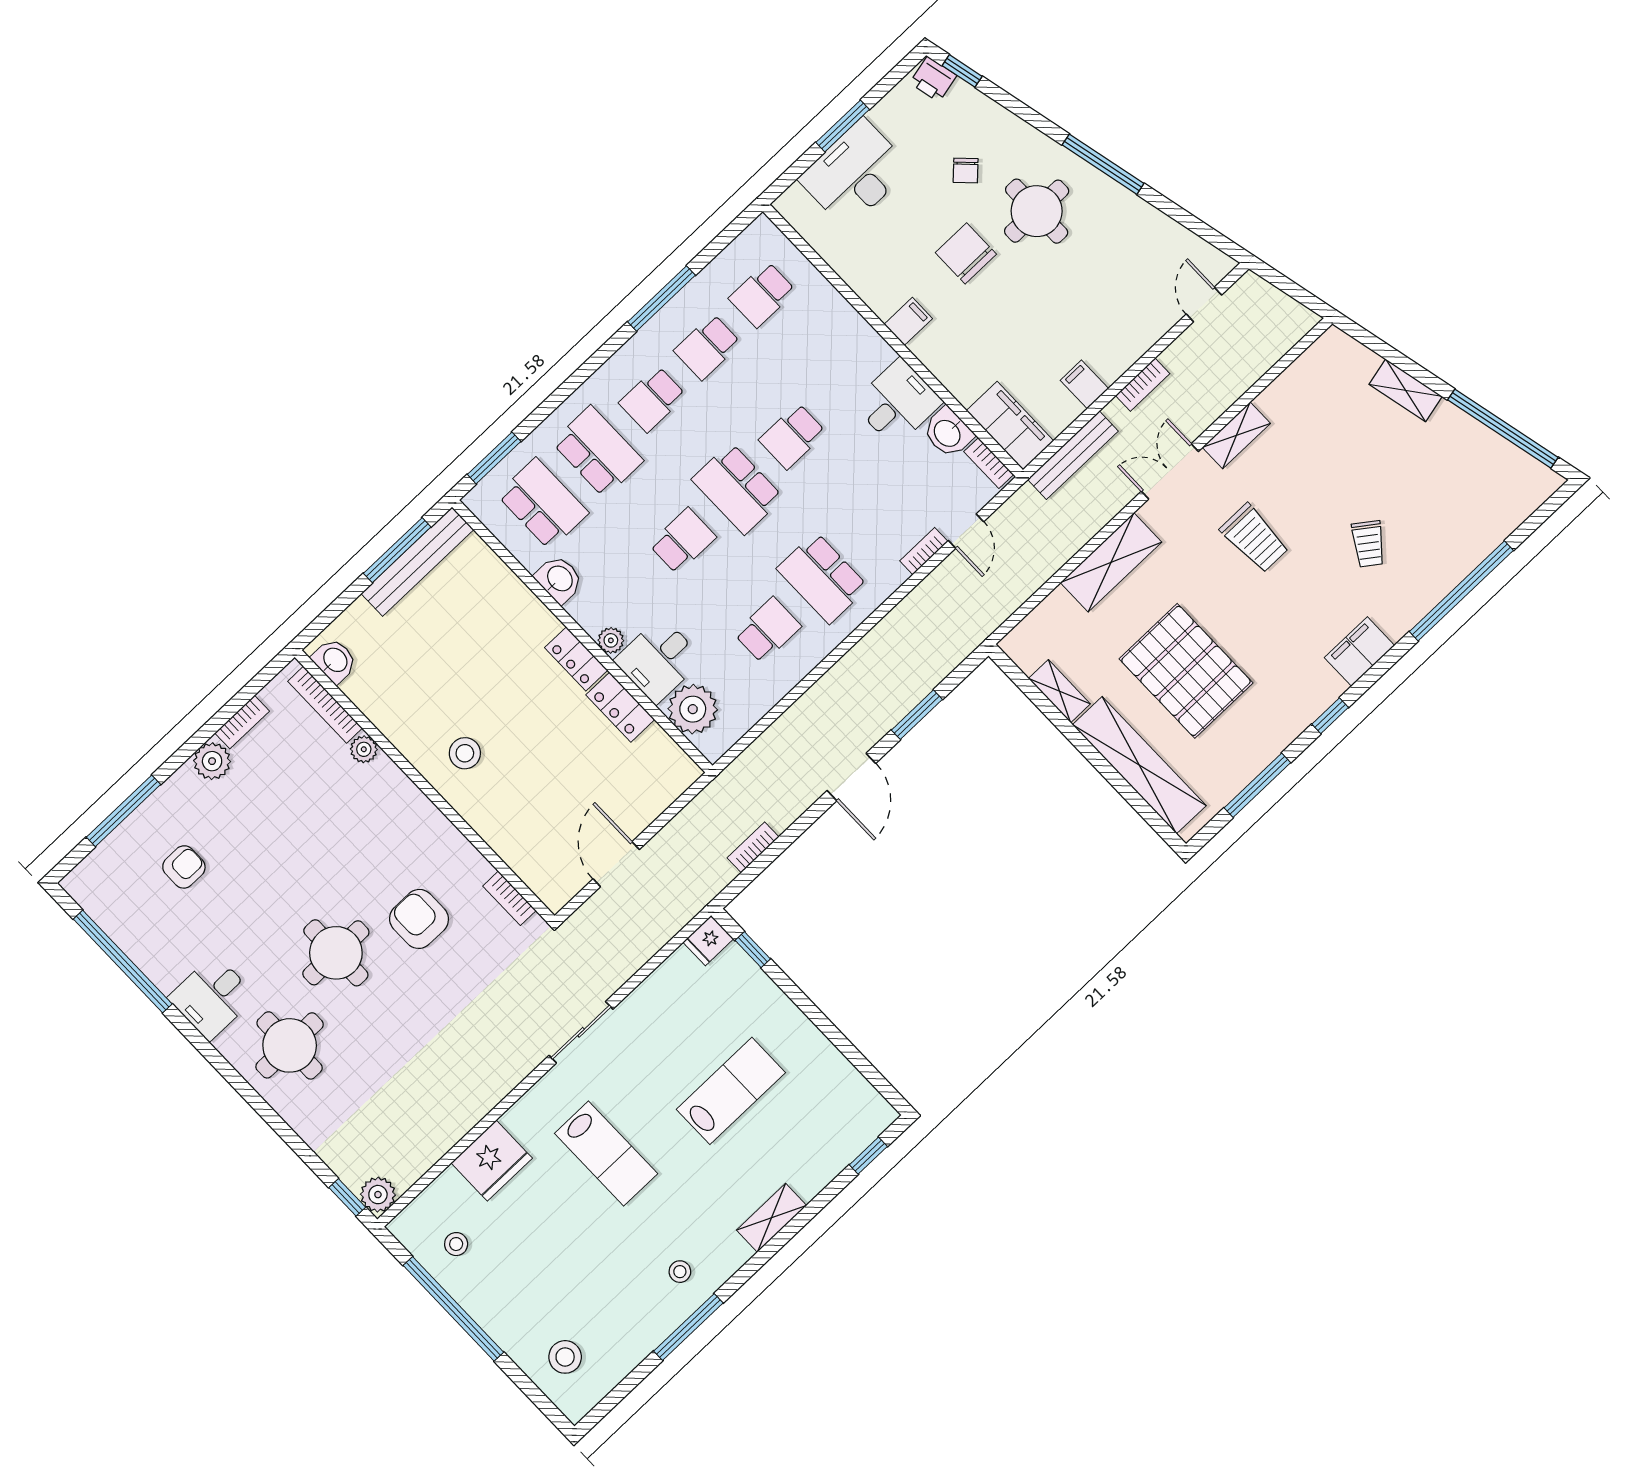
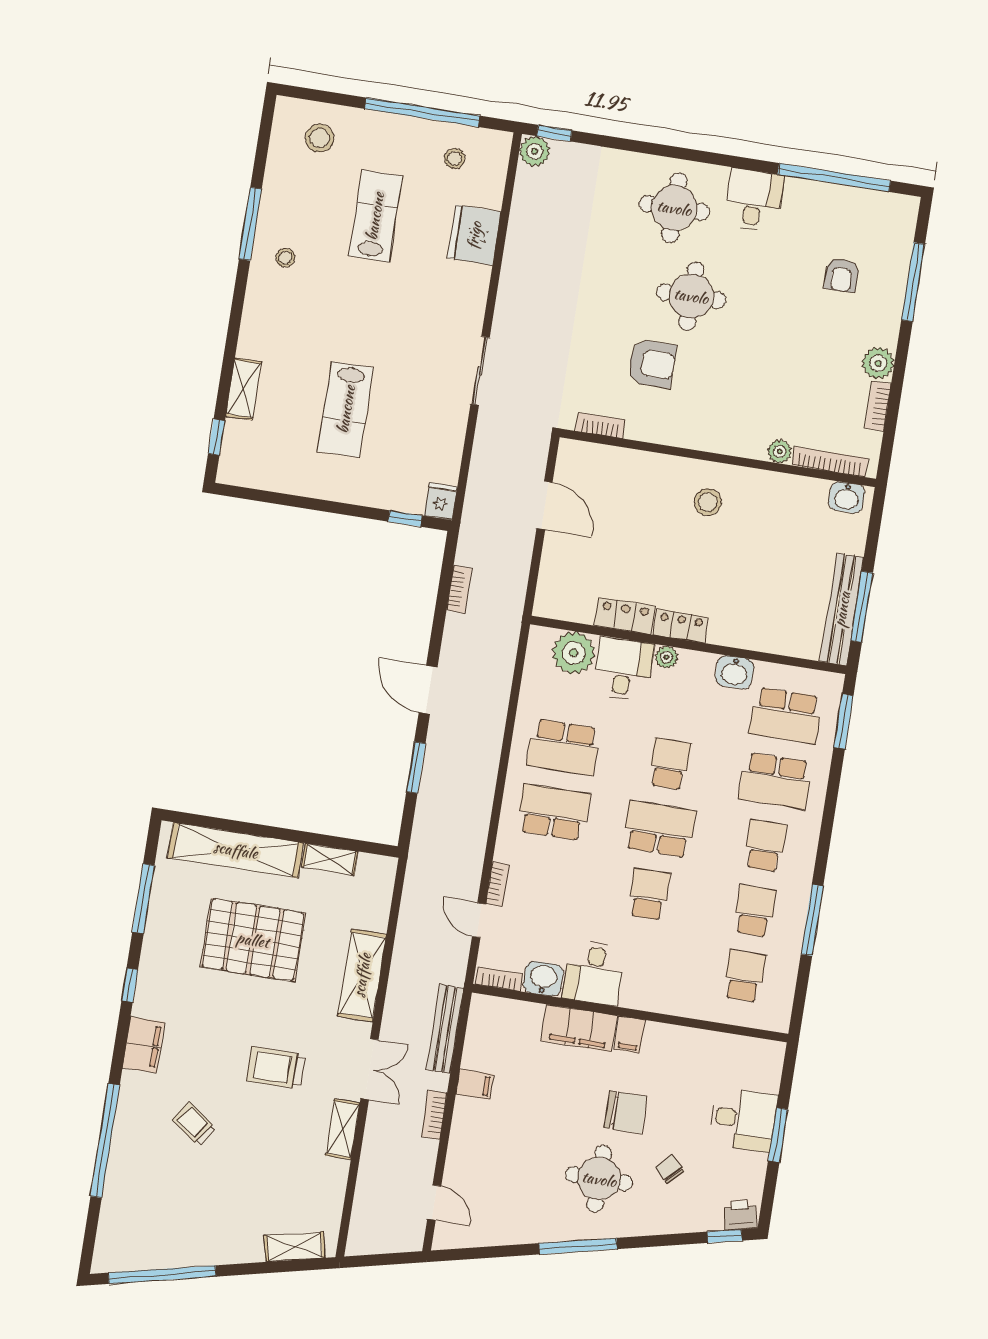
desk: (855, 174) -> (743, 1119), width x0.73
shelving: (1406, 390) -> (295, 1247), moved
filing cabinet: (1010, 426) -> (579, 1028), moved
school desk: (683, 541) -> (669, 764), turned 180
school desk: (768, 630) -> (564, 747), width x1.85
lab bench: (606, 1153) -> (375, 216), moved, turned 90
shelving: (771, 1218) -> (243, 389), moved

